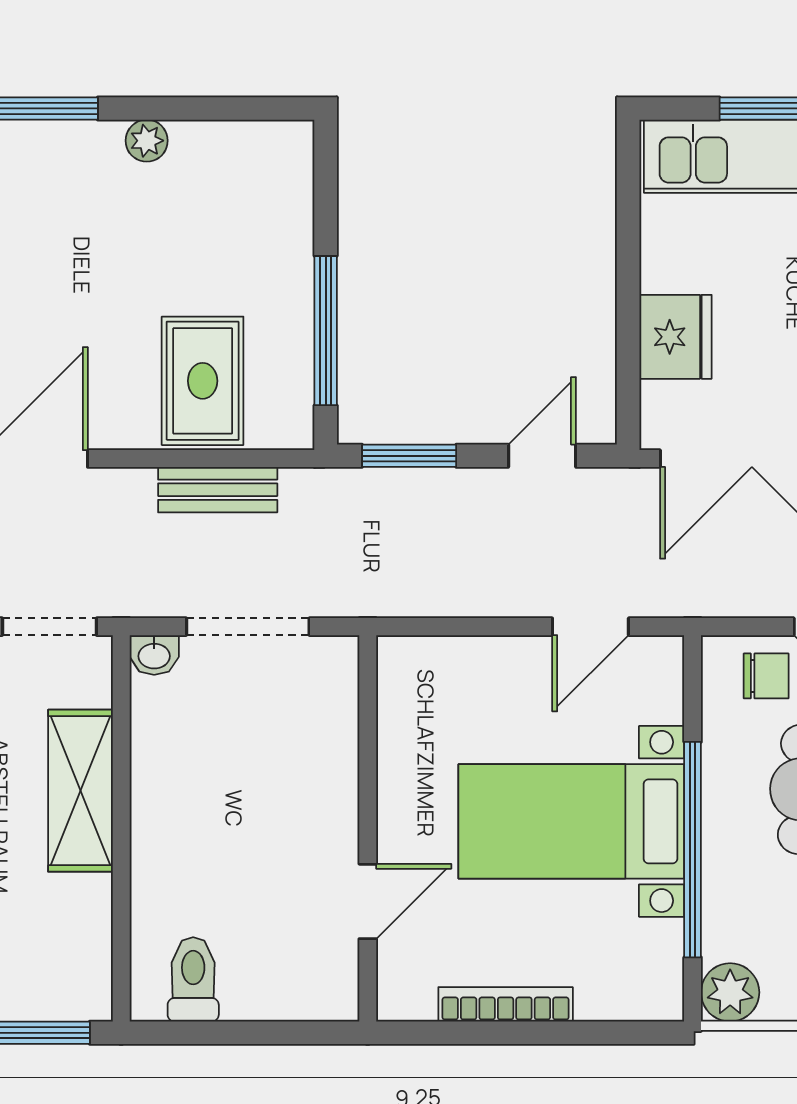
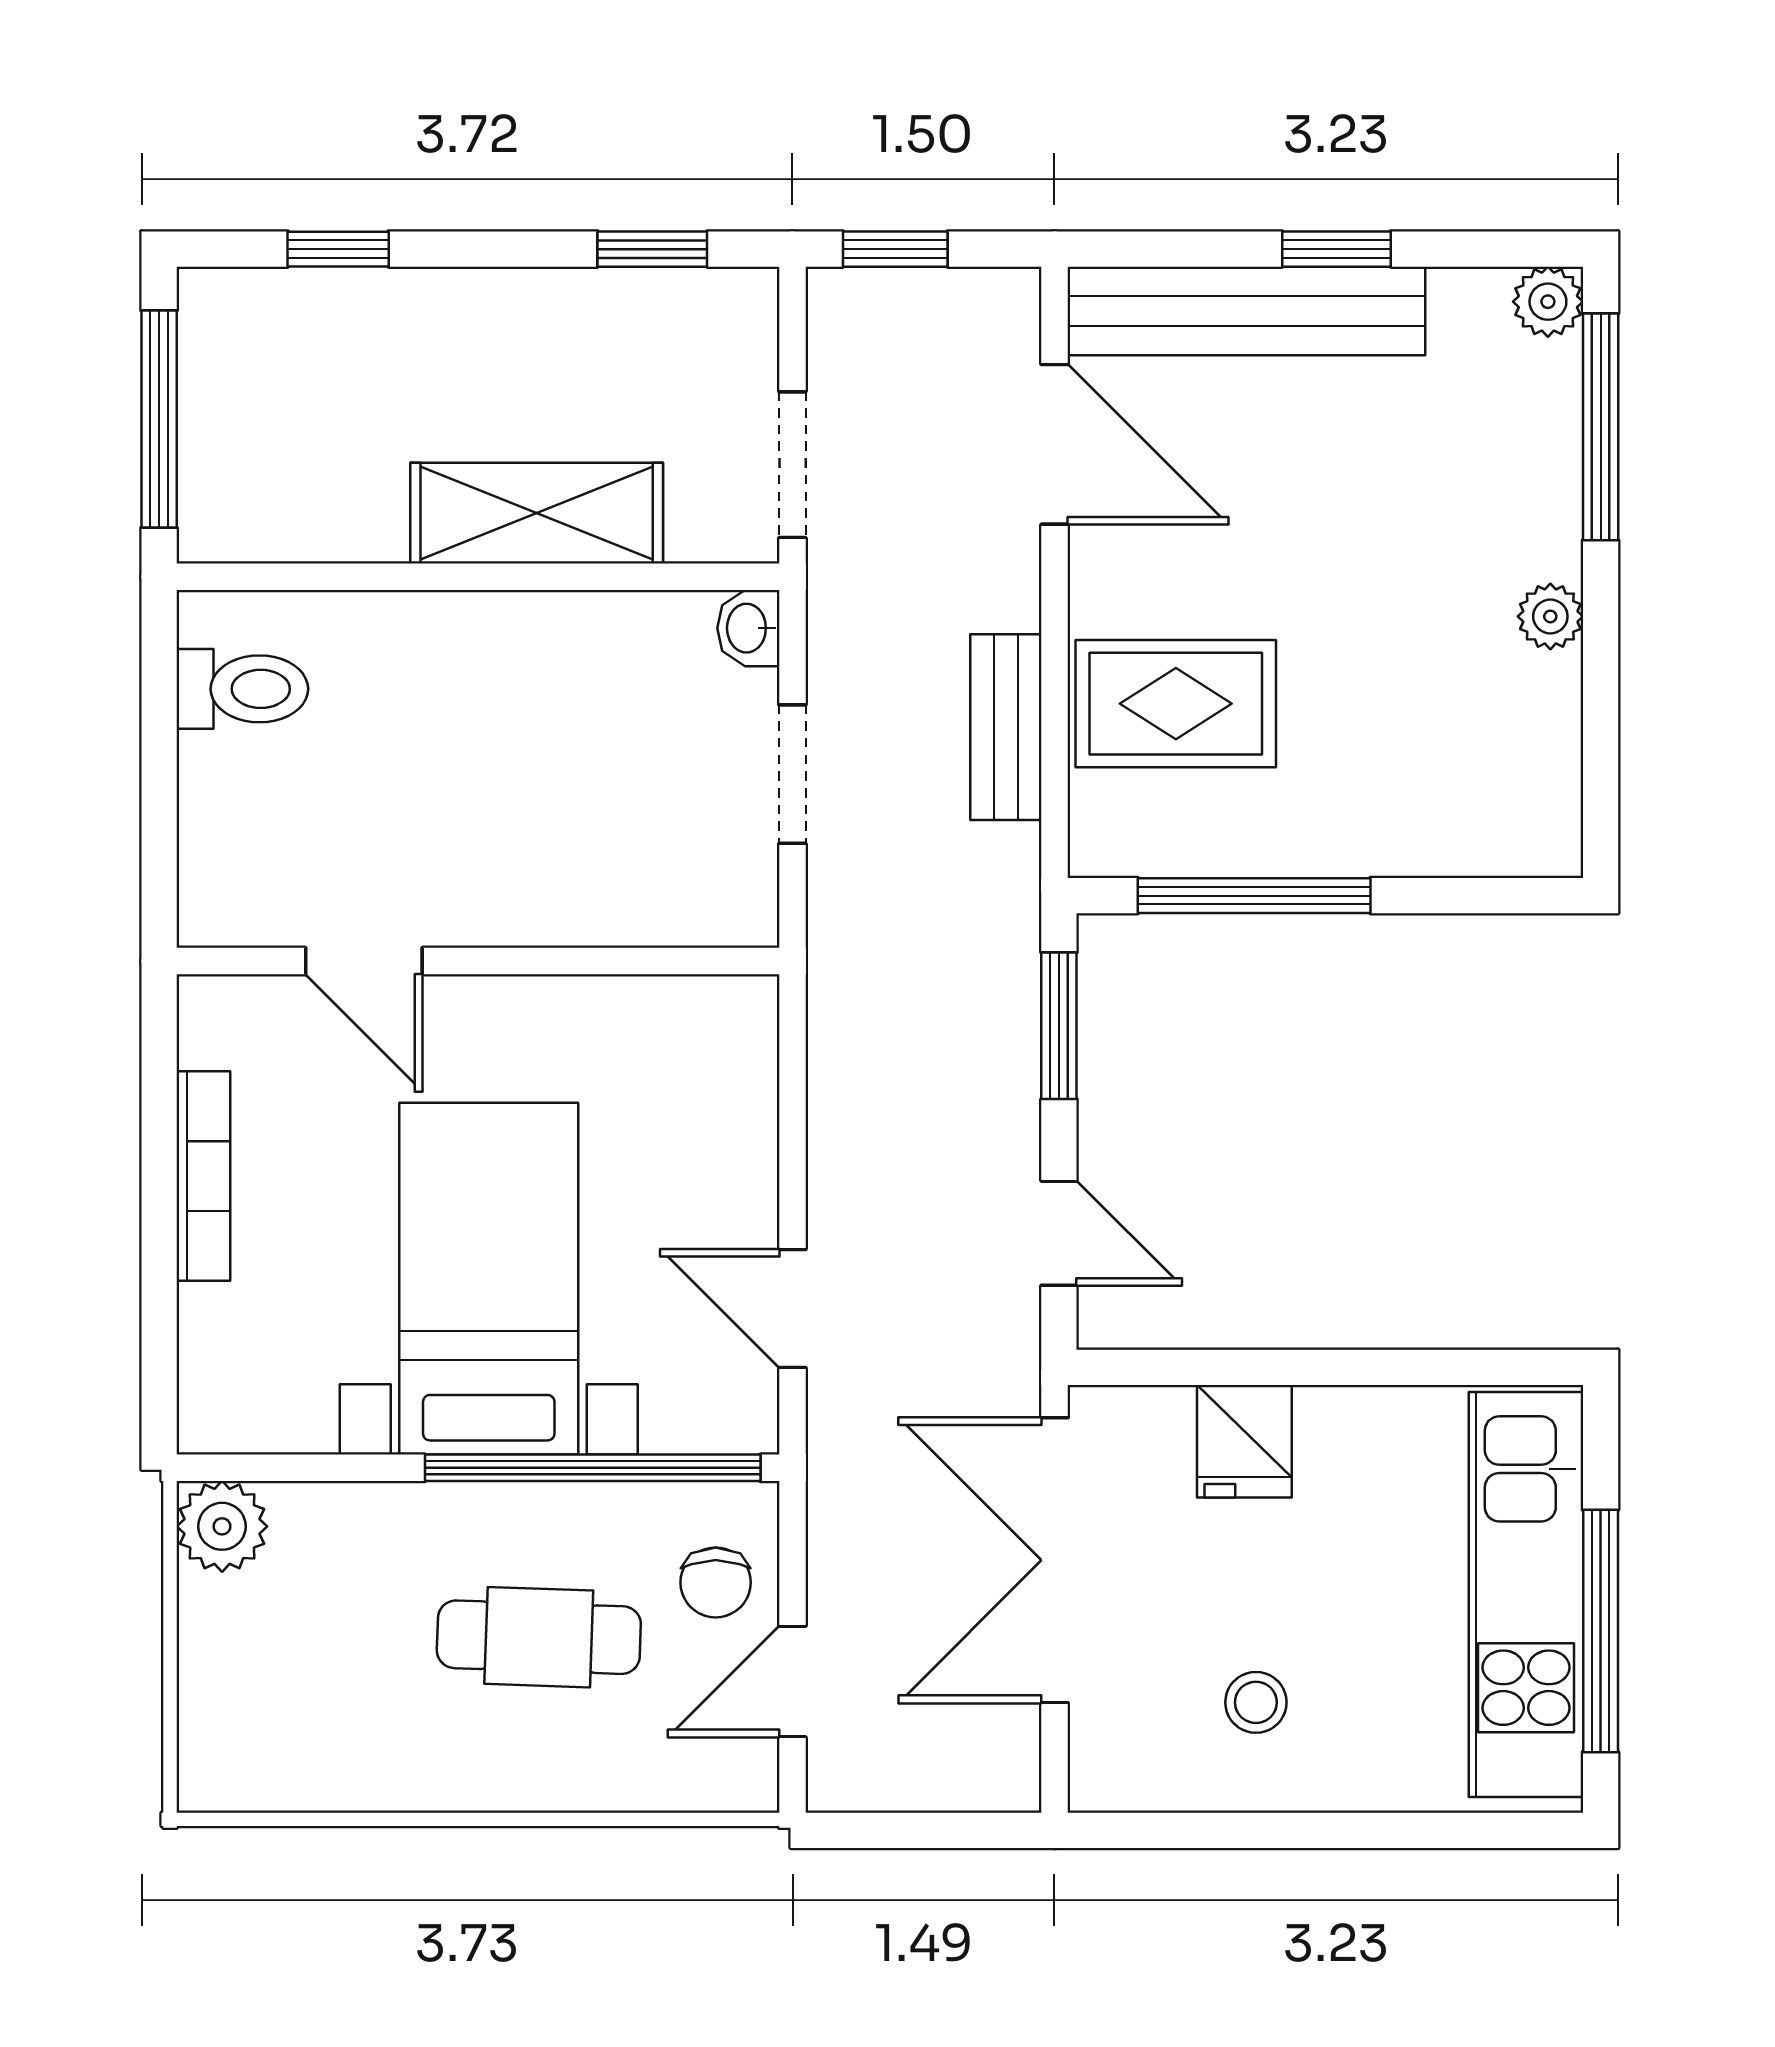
fridge: (675, 337) -> (1244, 1441), width x0.72
doorway: (248, 627) -> (792, 774), width x0.73
window: (693, 850) -> (593, 1468), moved

